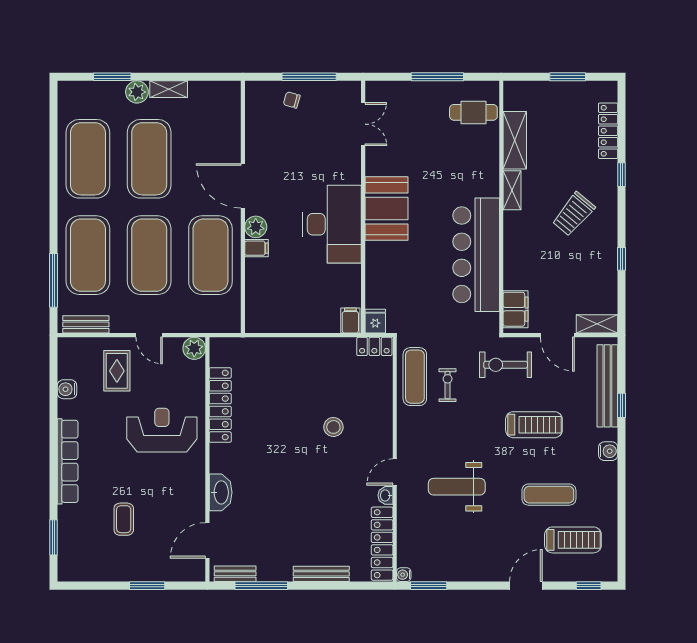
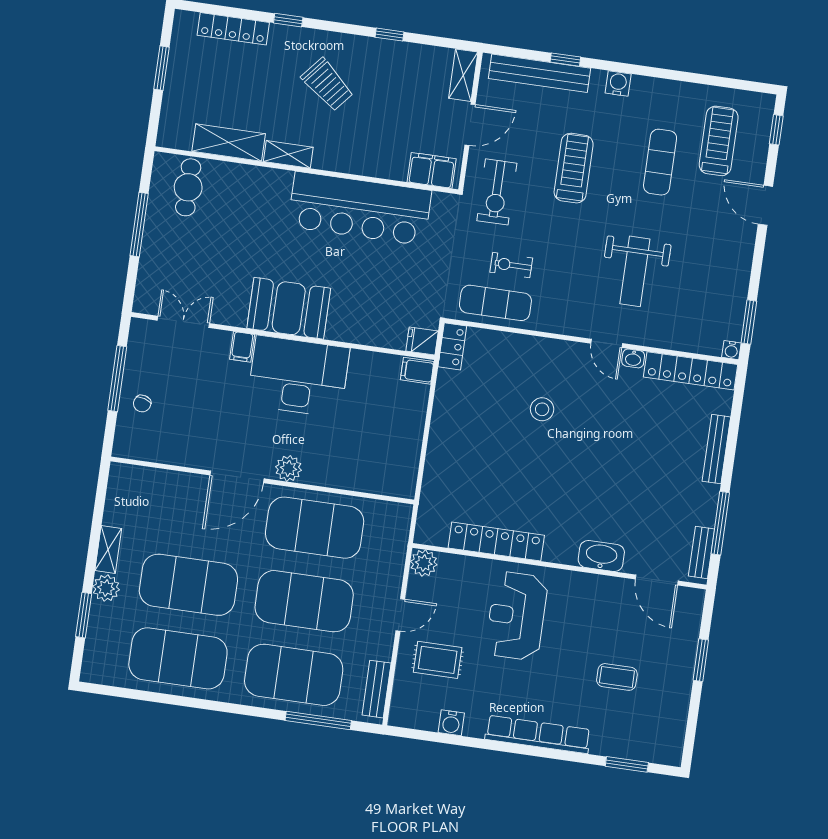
filing cabinet: (256, 248) -> (242, 347), moved, turned 180

